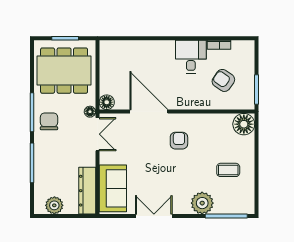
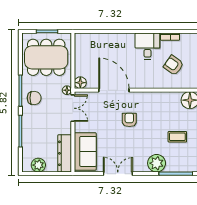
chair: (49, 121) -> (34, 98), turned 90
armchair: (179, 141) -> (129, 120), moved

